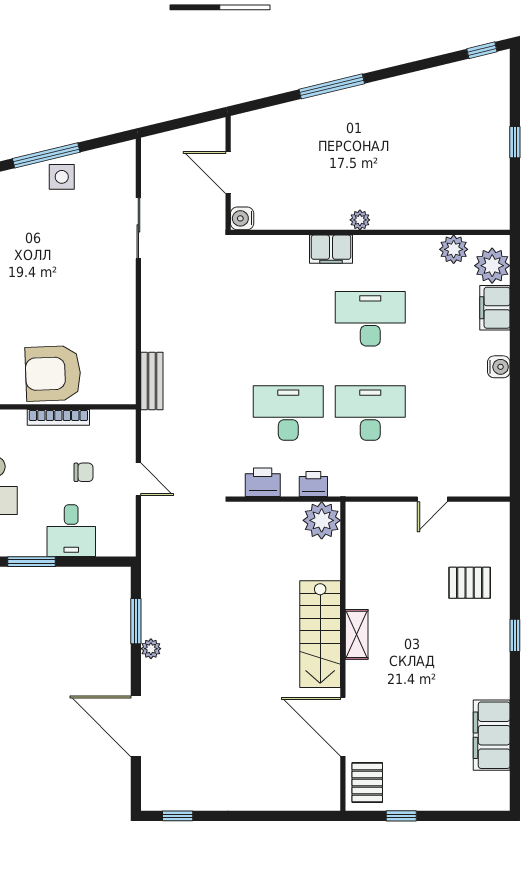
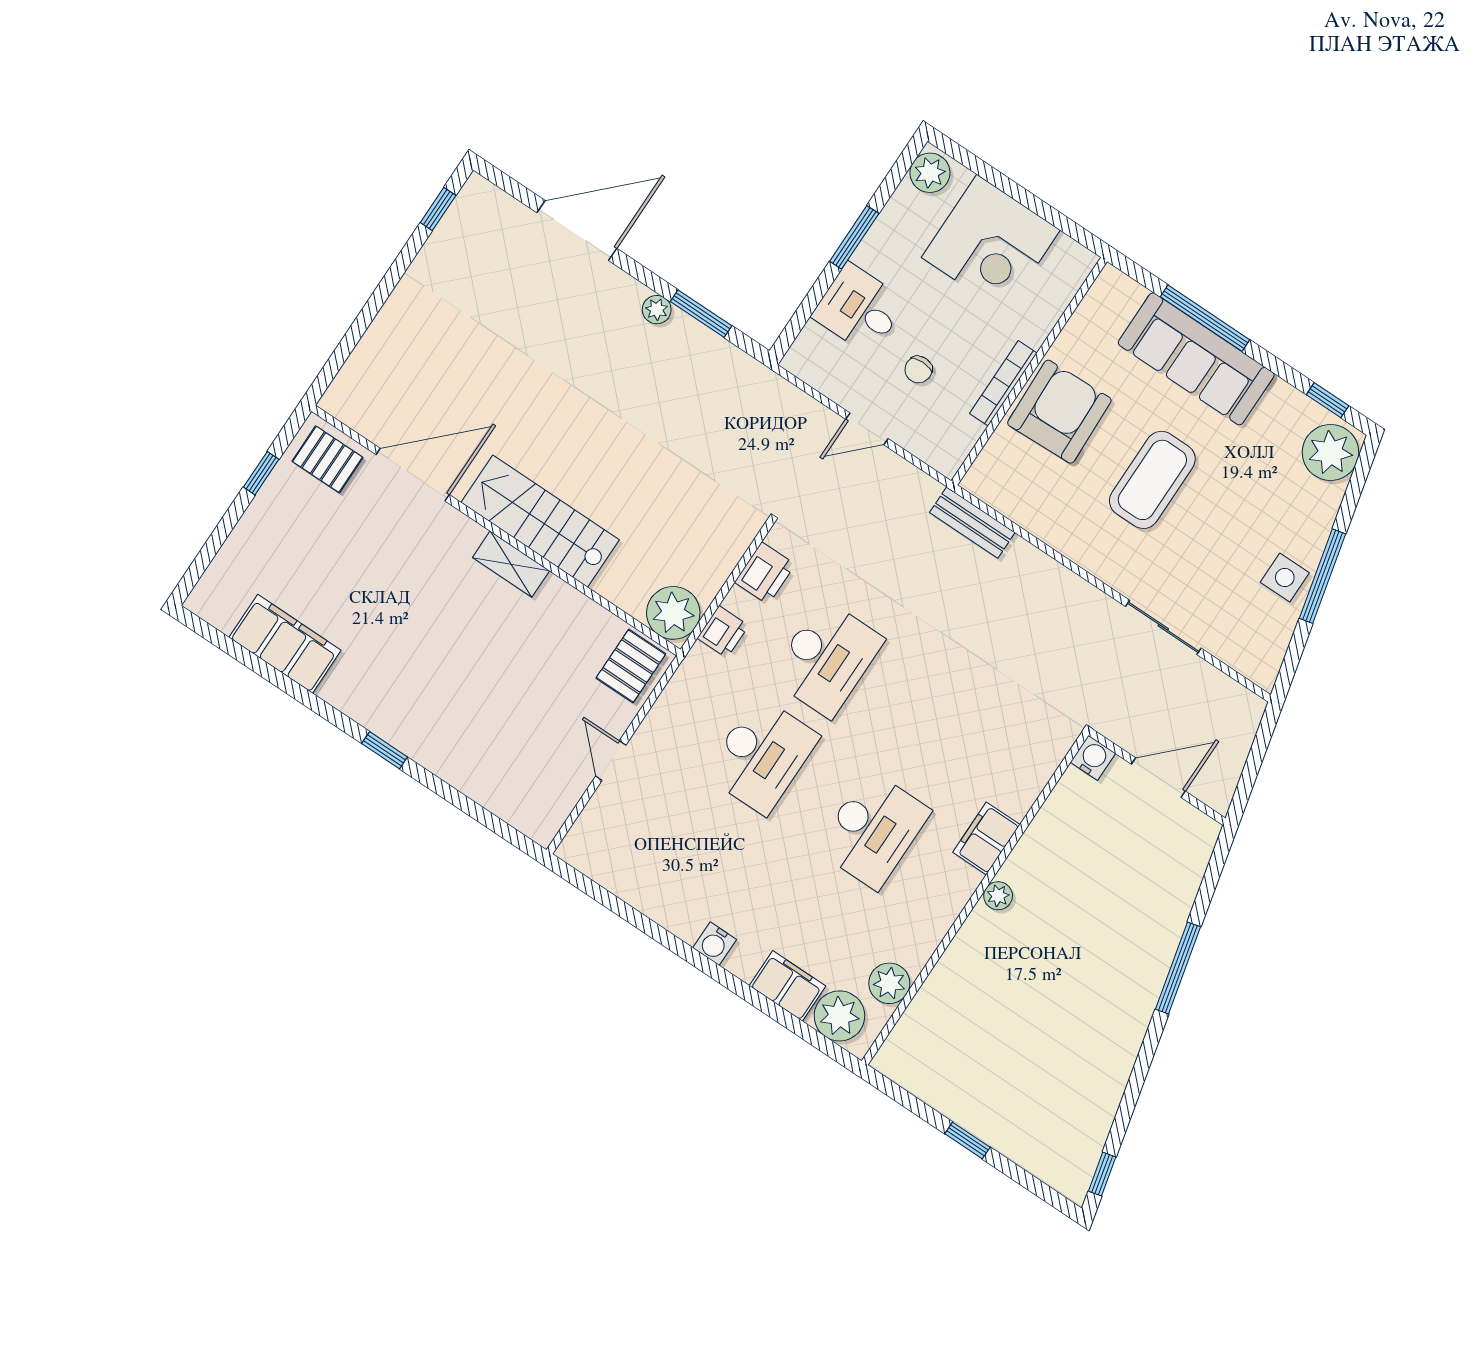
coffee table: (57, 292) -> (1152, 480), added
pallet: (470, 583) -> (631, 666), moved

